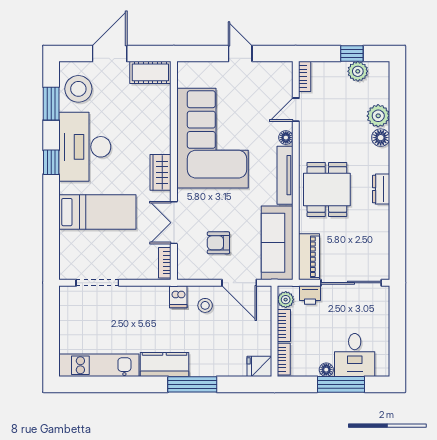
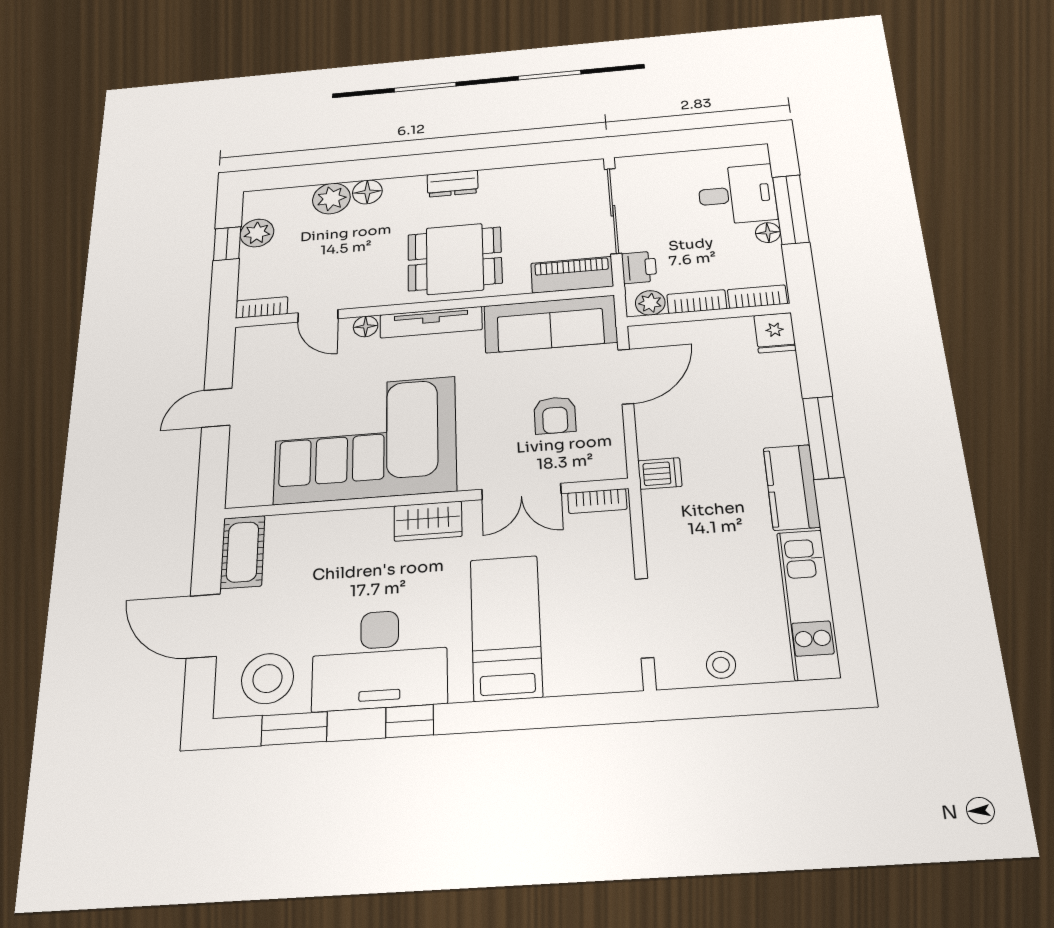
stool: (205, 305) -> (721, 665), moved

